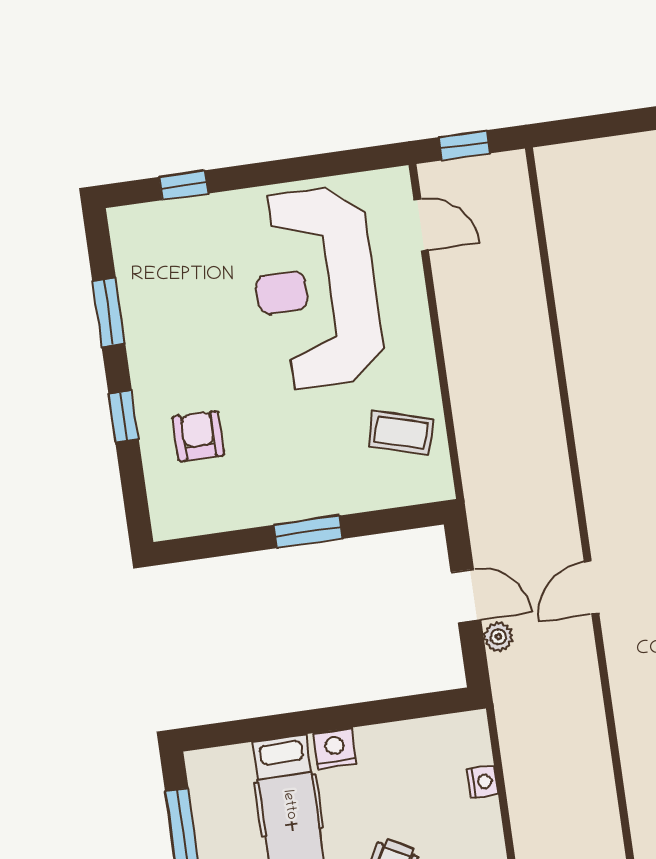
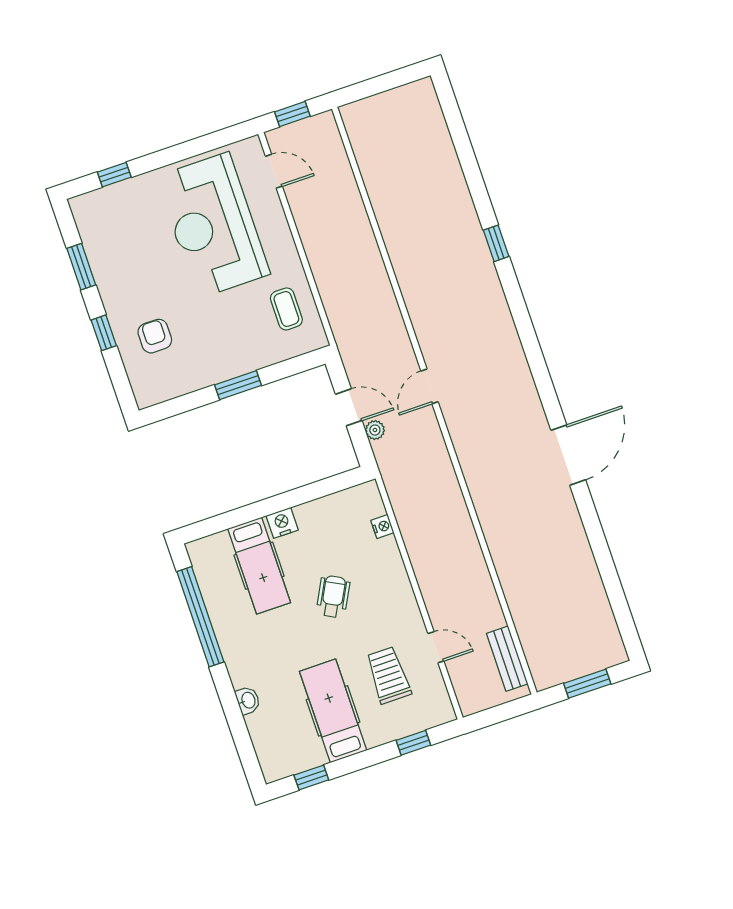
coffee table: (401, 433) -> (286, 309), turned 74

